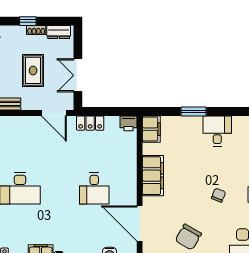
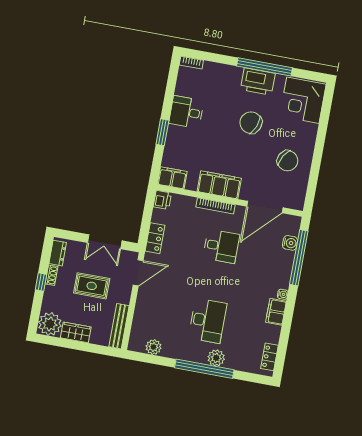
bookcase: (132, 176) -> (215, 206), added
chair: (218, 195) -> (251, 123), width x1.87, depth x1.87

